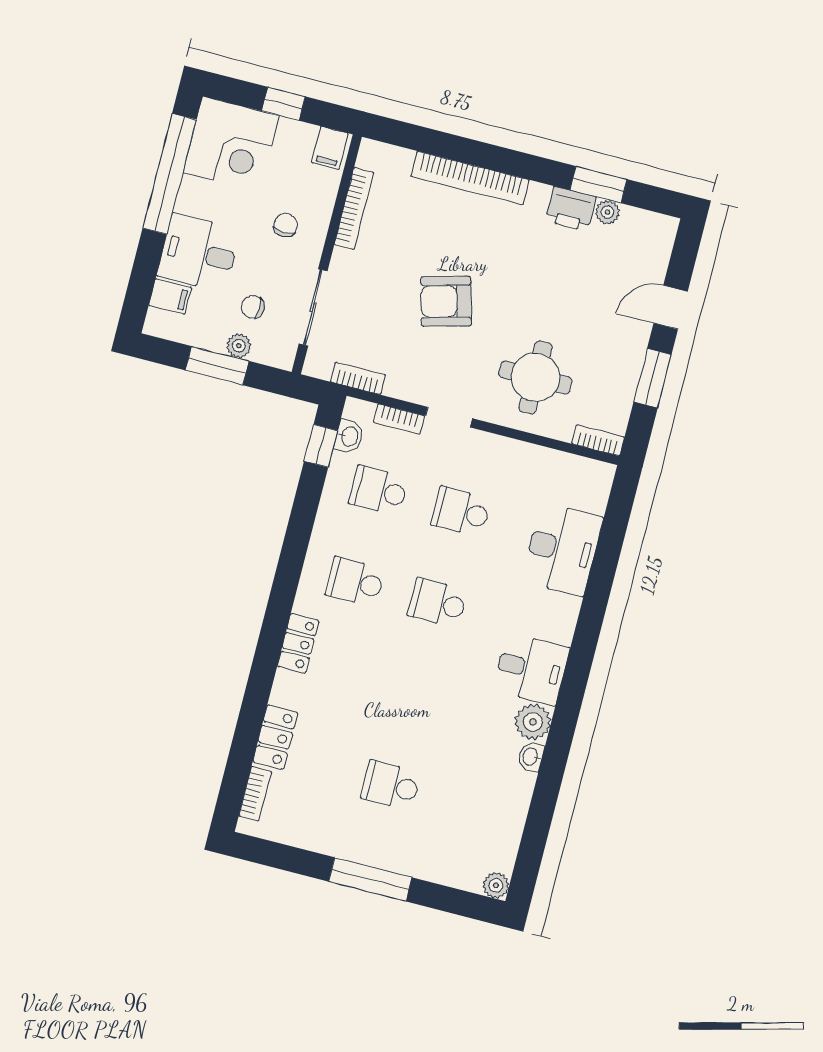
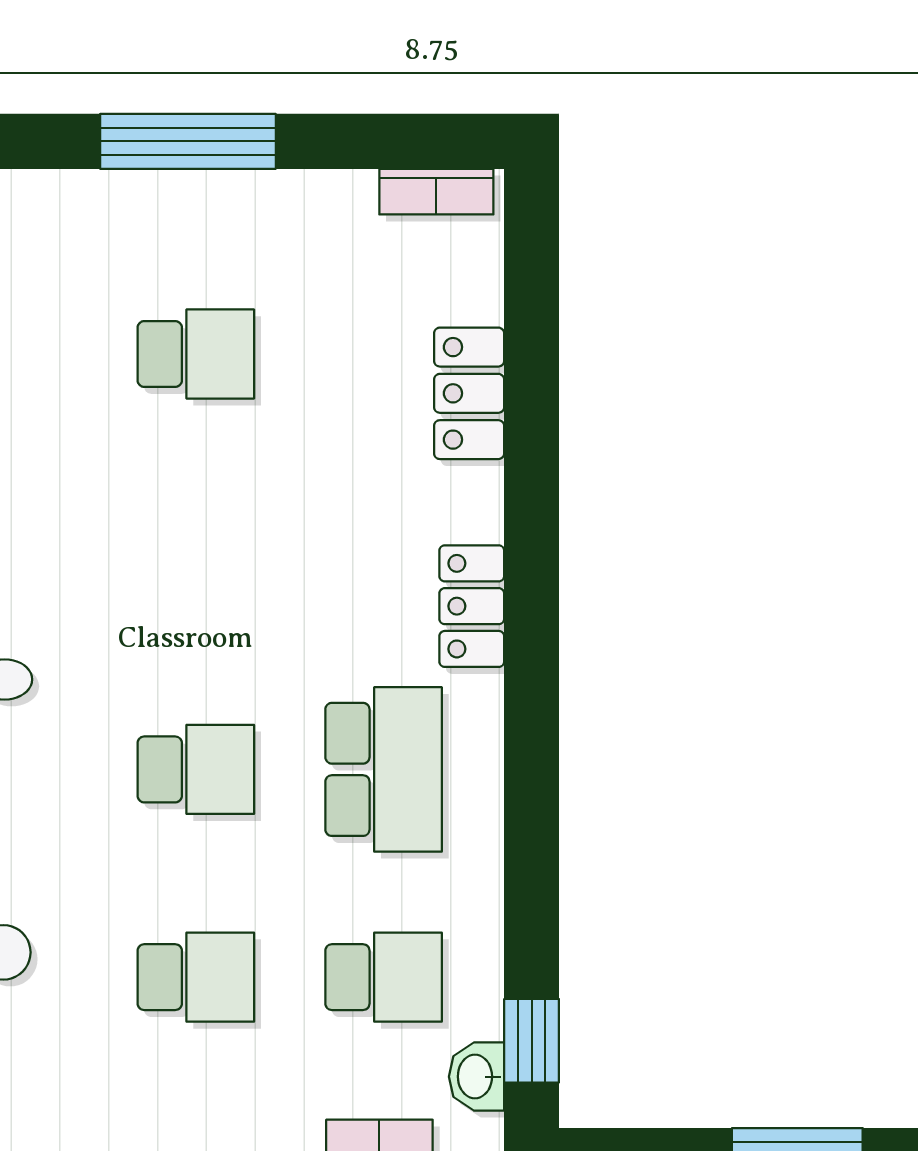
school desk: (355, 582) -> (384, 769), width x1.85
bookcase: (255, 794) -> (436, 192), moved, turned -90

